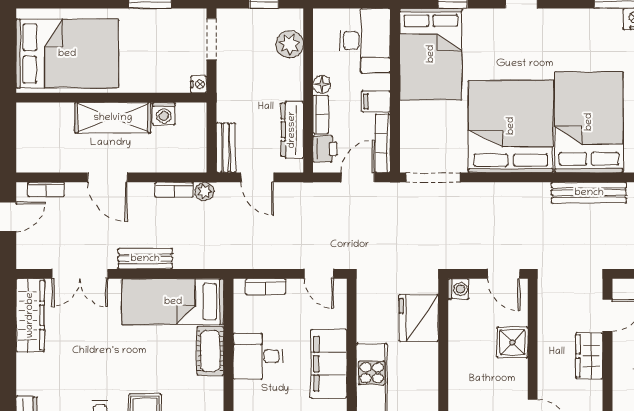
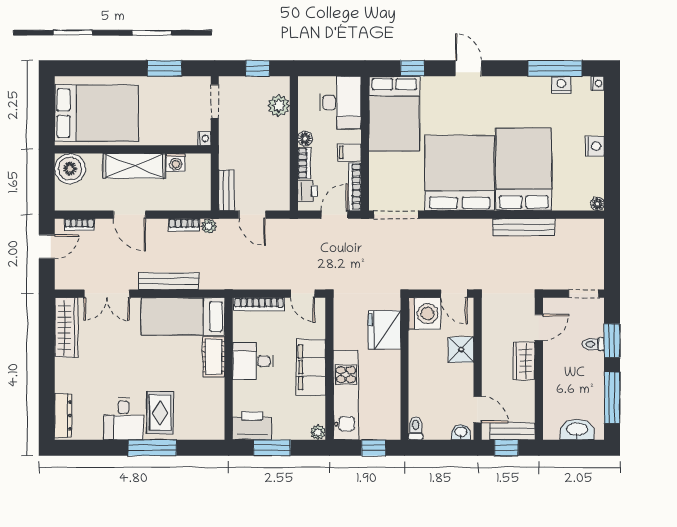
boiler: (35, 121) -> (70, 169), added
dresser: (292, 130) -> (281, 176), removed
bench: (145, 259) -> (169, 281), width x1.36
bookcase: (266, 287) -> (259, 304), width x1.56
washing machine: (458, 289) -> (424, 314), width x1.89, depth x1.89

